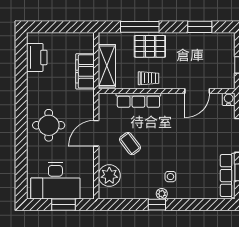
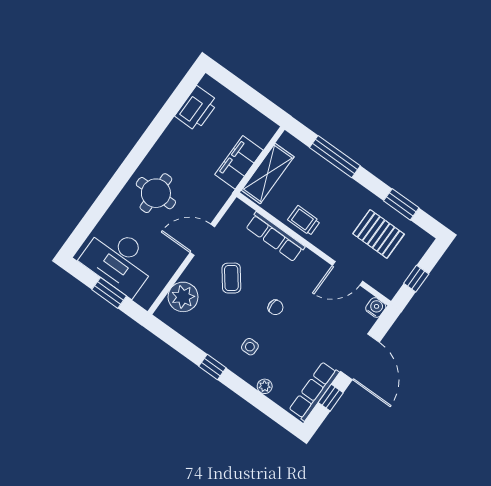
pallet: (150, 46) -> (379, 234), moved
trolley: (149, 78) -> (304, 221), turned 180
chair: (169, 142) -> (276, 307), added
plant: (162, 194) -> (265, 386), moved

